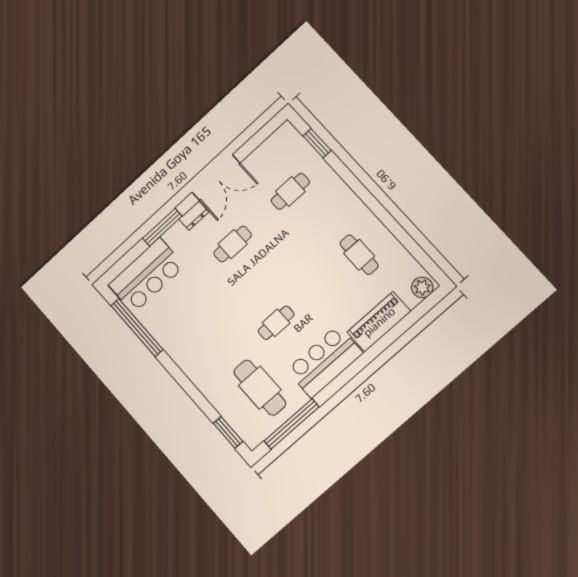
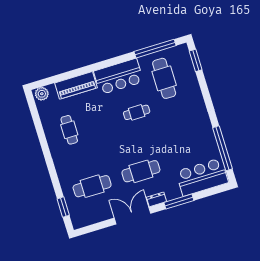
cafe table: (290, 191) -> (92, 186), width x1.37, depth x1.35
cafe table: (233, 244) -> (141, 171), width x1.37, depth x1.35

